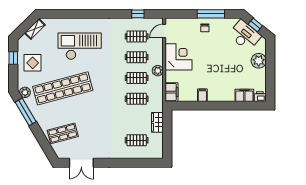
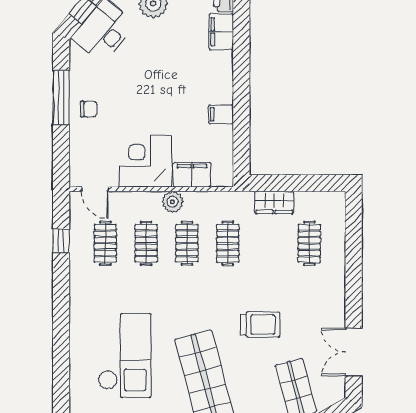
checkout: (80, 46) -> (125, 355), turned 180
filing cabinet: (172, 92) -> (192, 175), moved
trolley: (95, 115) -> (260, 325), added
double door: (81, 163) -> (354, 352), swing flipped

